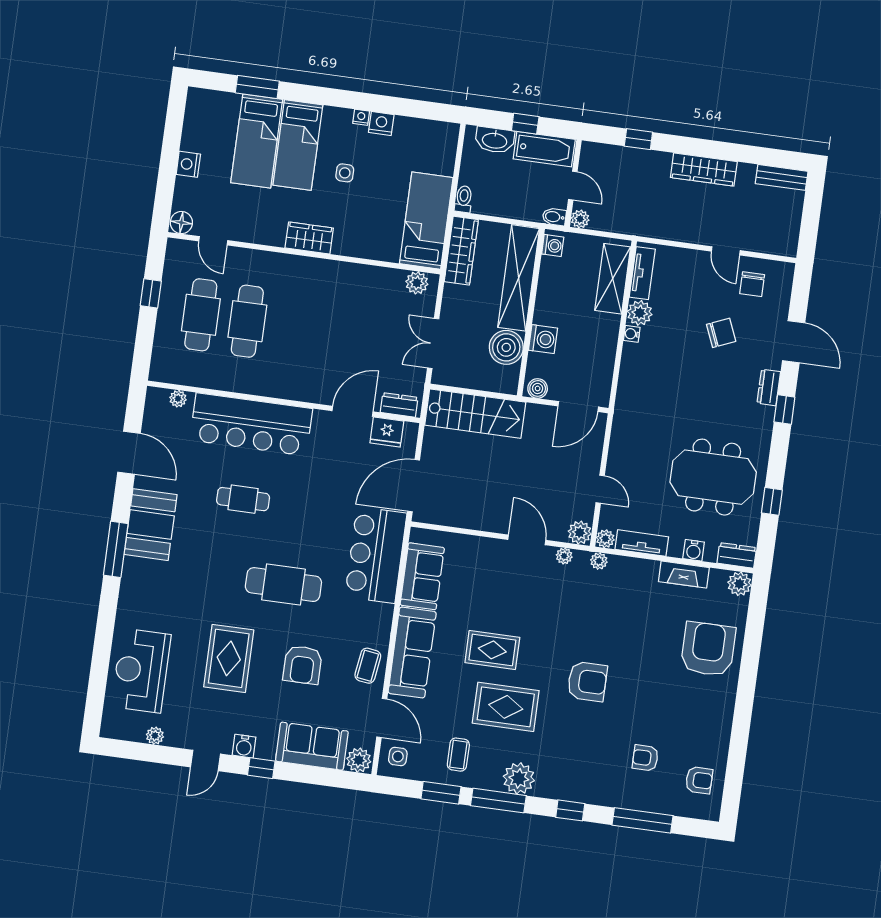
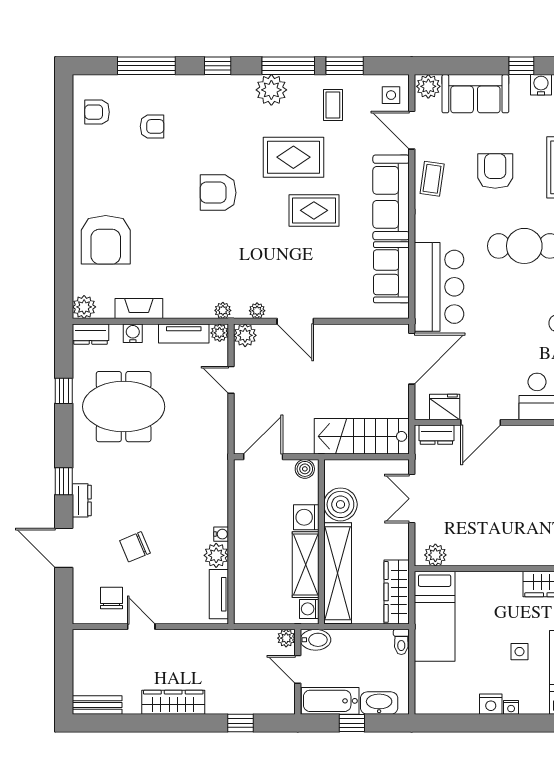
bidet: (554, 217) -> (316, 640), width x1.38, depth x1.36
shelving: (613, 279) -> (306, 565), moved
double door: (433, 343) -> (412, 499), swing flipped

